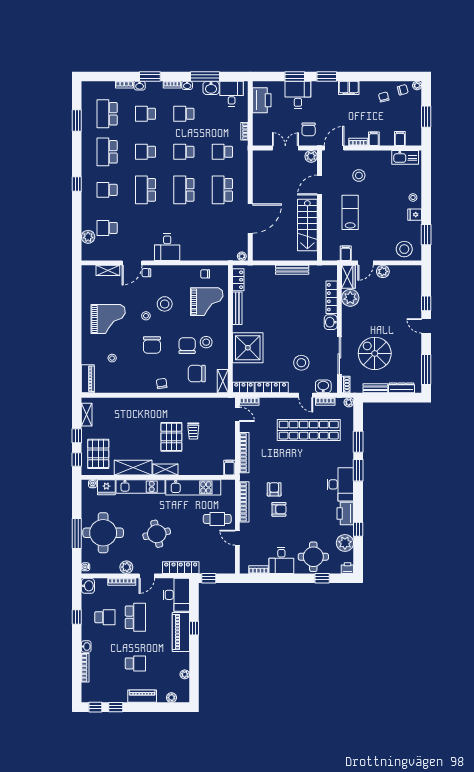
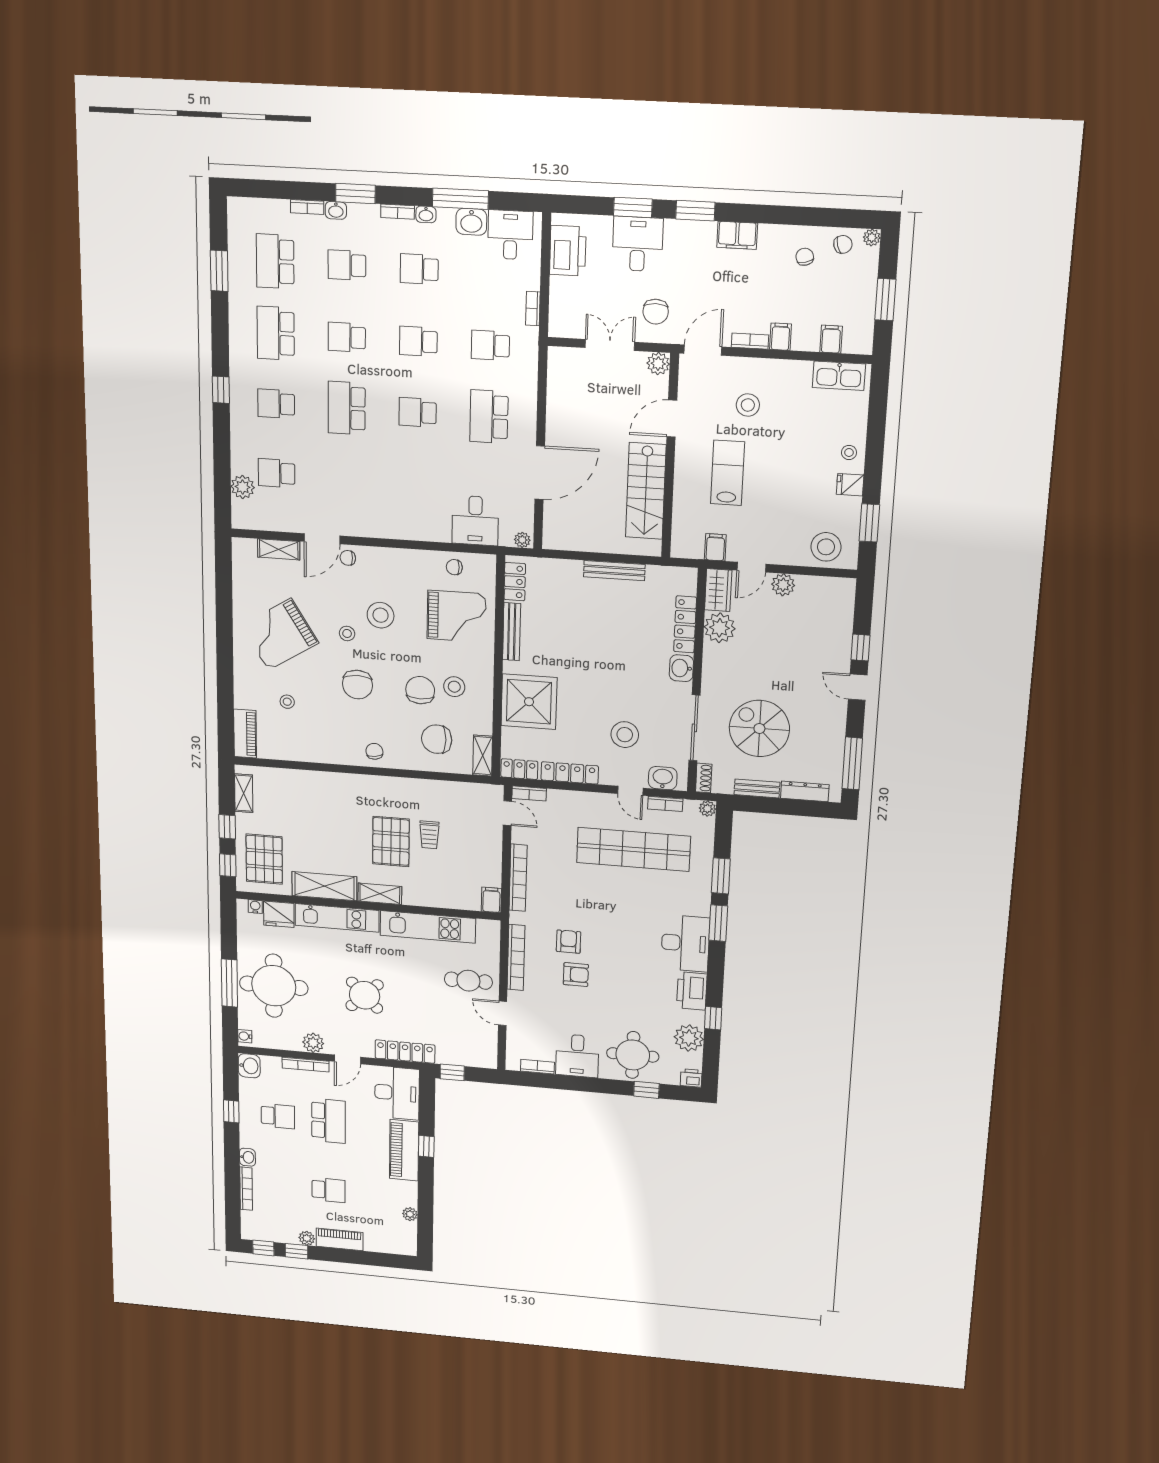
school desk: (184, 190) -> (418, 412), width x0.54
desk: (167, 247) -> (475, 520), moved
grand piano: (108, 319) -> (280, 634), turned 148
round table: (157, 534) -> (365, 995), turned -31
plant: (171, 698) -> (307, 1238), moved

